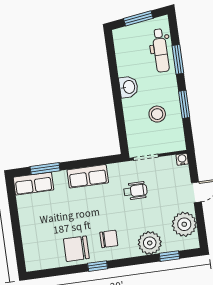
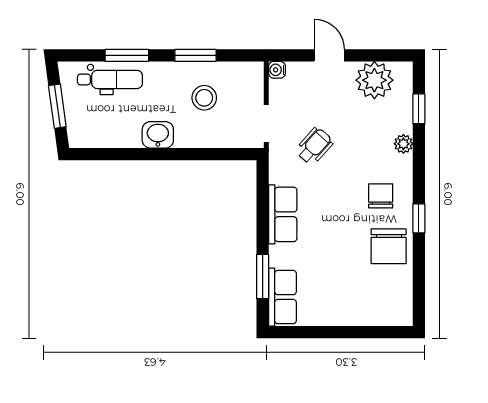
wheelchair: (135, 191) -> (314, 146), turned 42
plant: (150, 243) -> (403, 144), width x0.53, depth x0.53

